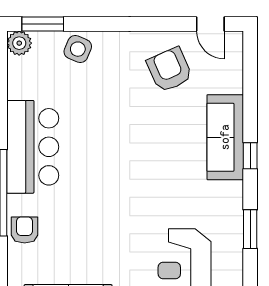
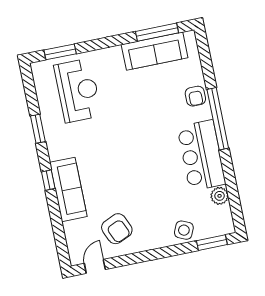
door: (210, 24) -> (95, 266), hinge flipped
plant: (19, 43) -> (220, 196), moved

